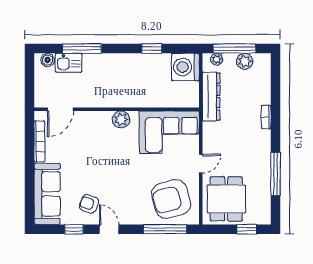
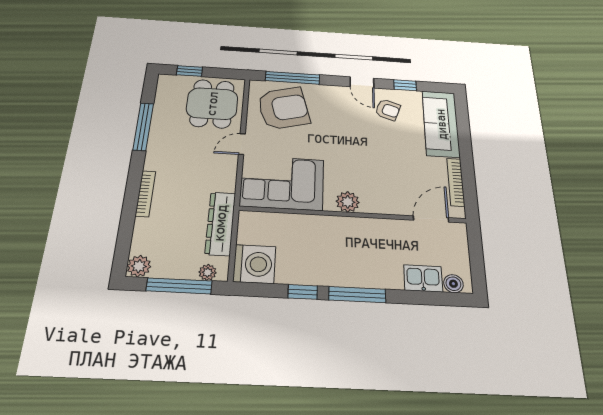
window: (82, 49) -> (357, 295), moved
plant: (245, 61) -> (139, 266), moved
bookcase: (266, 117) -> (145, 194), width x1.56

